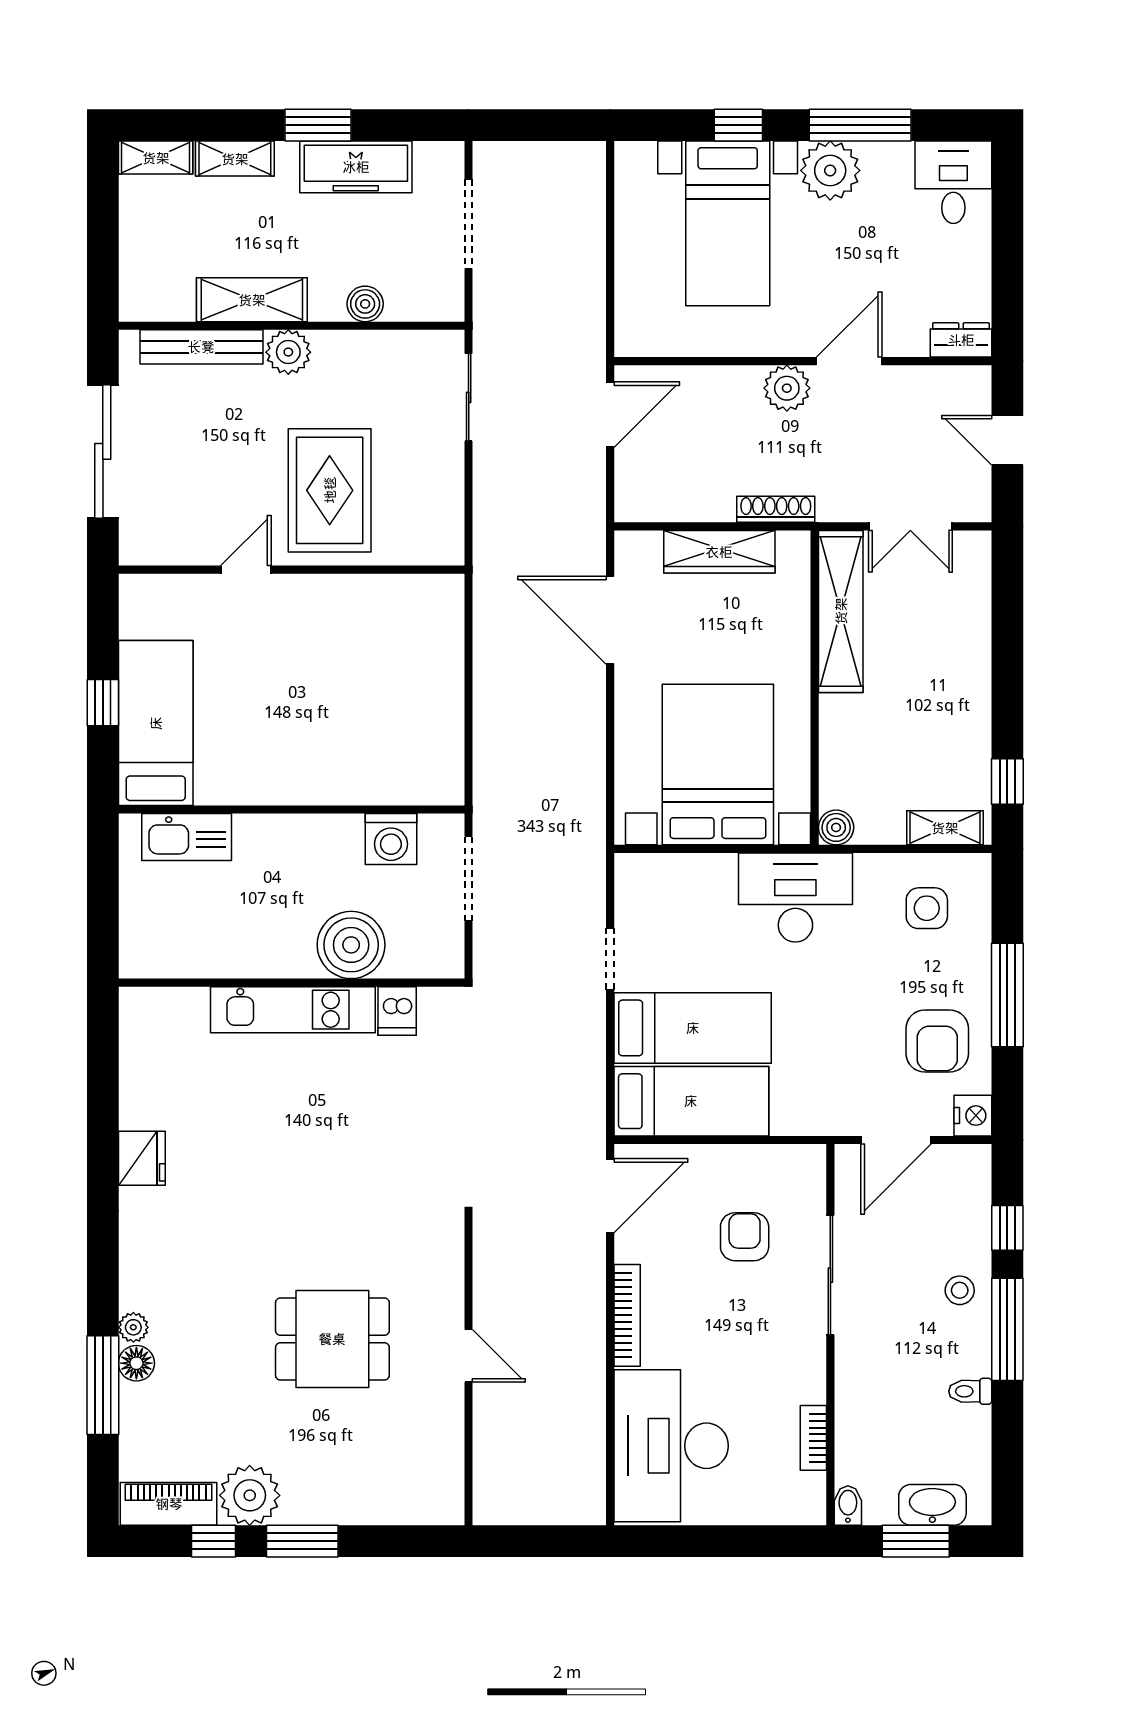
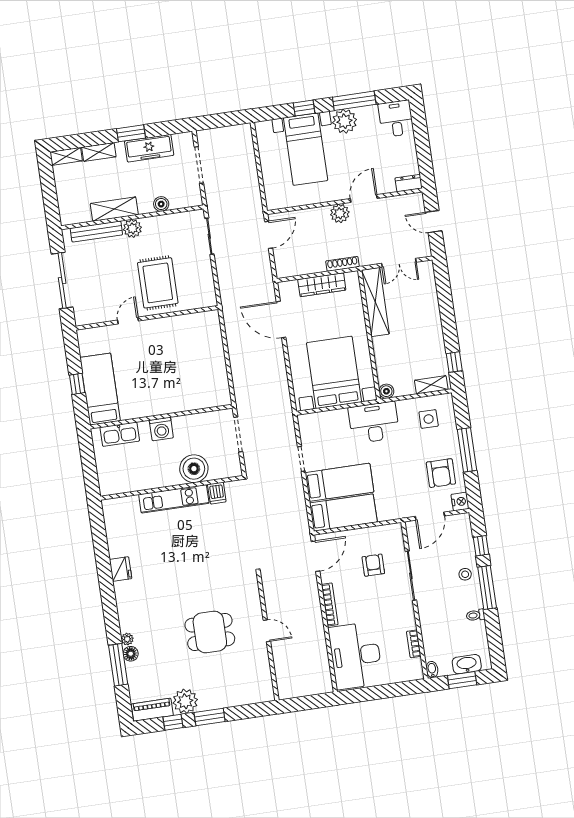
washing machine: (391, 839) -> (161, 429), moved

